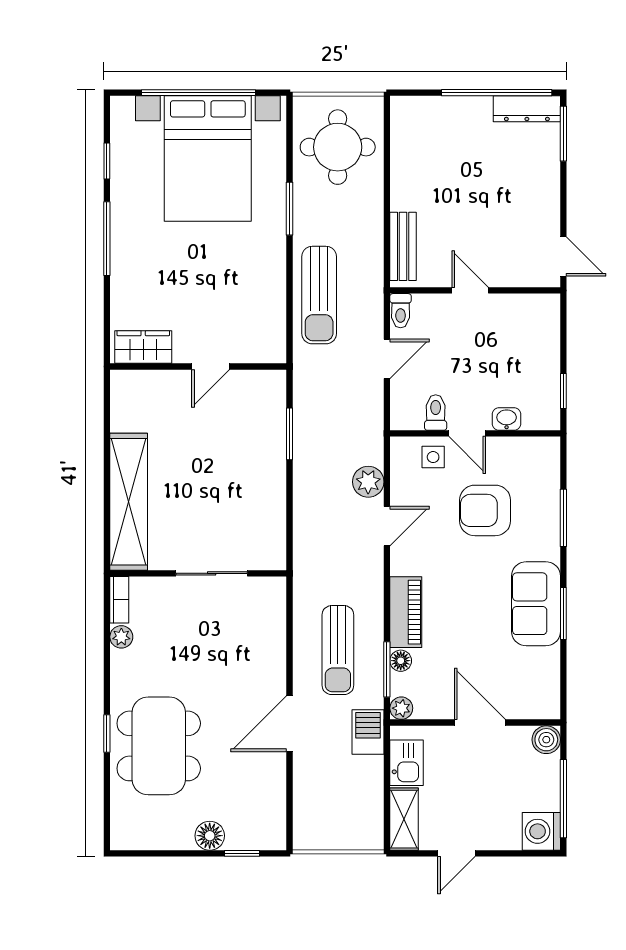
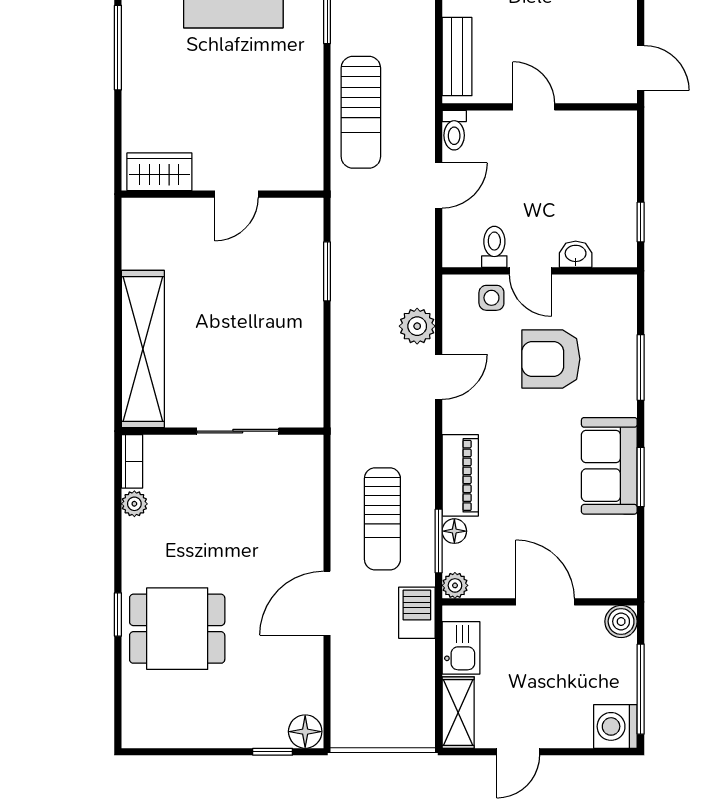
dining table: (159, 746) -> (177, 629), width x0.73
floor lamp: (210, 836) -> (305, 732), moved

